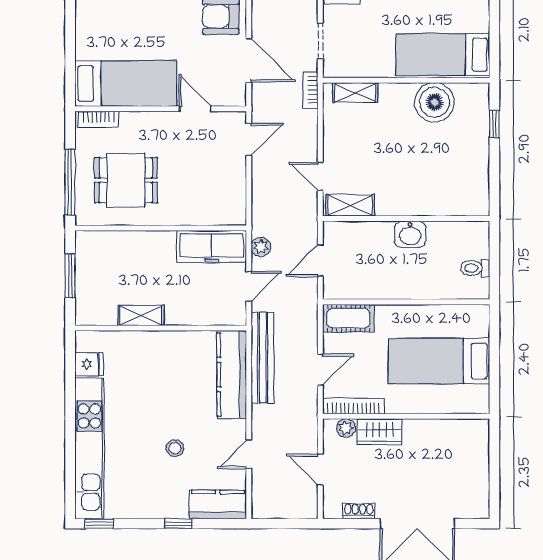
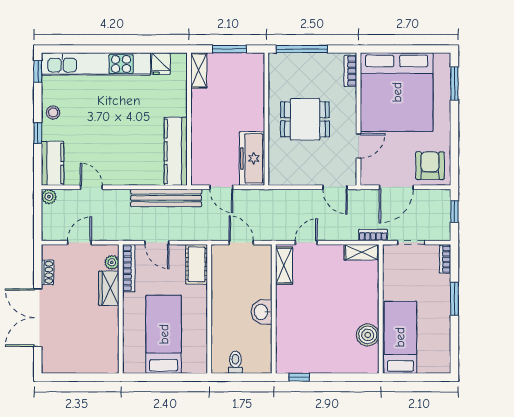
bed: (126, 84) -> (397, 92), width x2.04
shelving: (355, 93) -> (362, 252), moved, turned 90
boiler: (434, 102) -> (368, 335), width x0.73, depth x0.73
window: (494, 124) -> (299, 377), moved
dining table: (126, 180) -> (305, 119), moved, turned 90
plant: (261, 247) -> (49, 197), moved
shelving: (141, 315) -> (199, 70), moved
kitchen counter: (232, 375) -> (176, 151), moved, turned -90
stool: (175, 448) -> (53, 112), moved

